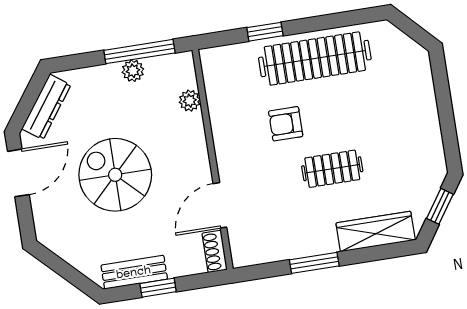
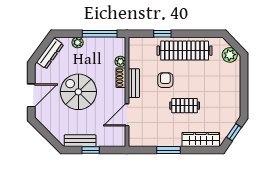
plant: (407, 53) -> (230, 55), added
plant: (133, 71) -> (78, 42), moved
armchair: (286, 124) -> (165, 80), turned 90
bench: (224, 140) -> (134, 83), added
door: (18, 173) -> (31, 95), moved
shoe rack: (215, 252) -> (121, 78), moved

